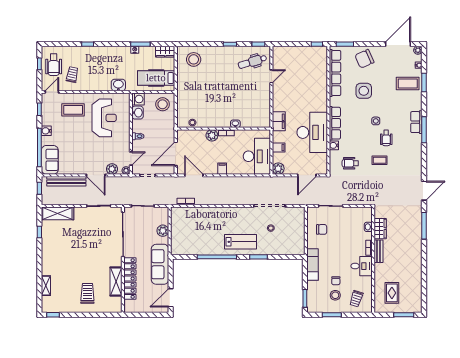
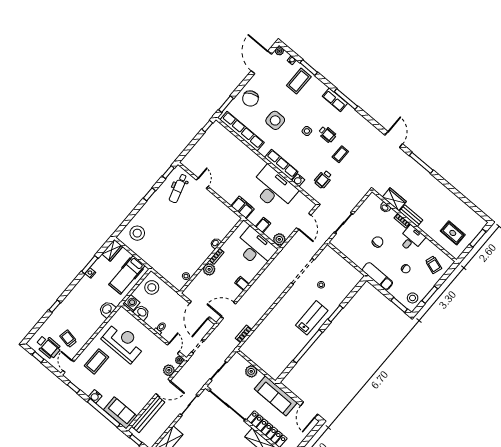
chair: (322, 229) -> (378, 242), moved
stool: (335, 295) -> (413, 298), moved

